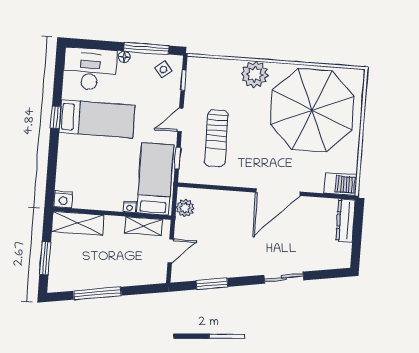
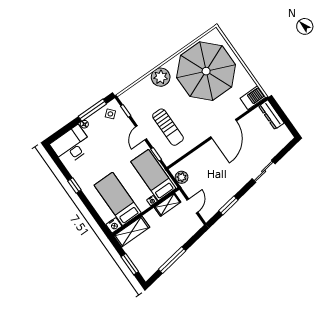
bed: (97, 119) -> (118, 199), moved, turned -90

